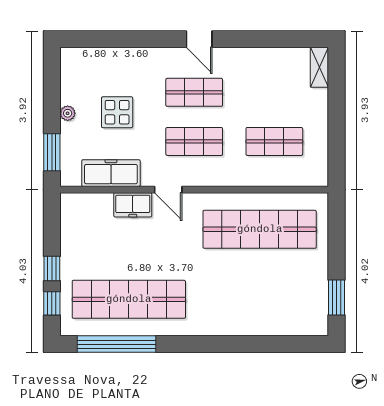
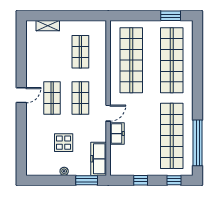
shelving: (319, 67) -> (48, 26), moved
freezer: (111, 173) -> (99, 159), moved
window: (52, 269) -> (141, 180), moved
shop shelf: (260, 299) -> (172, 60), added

